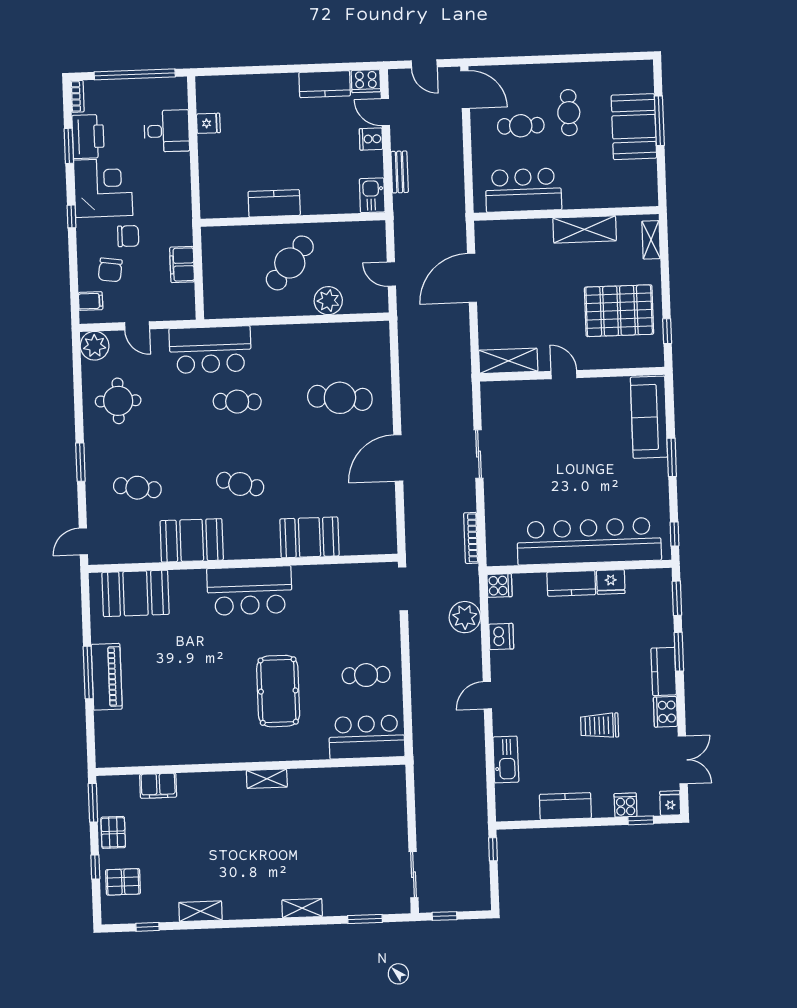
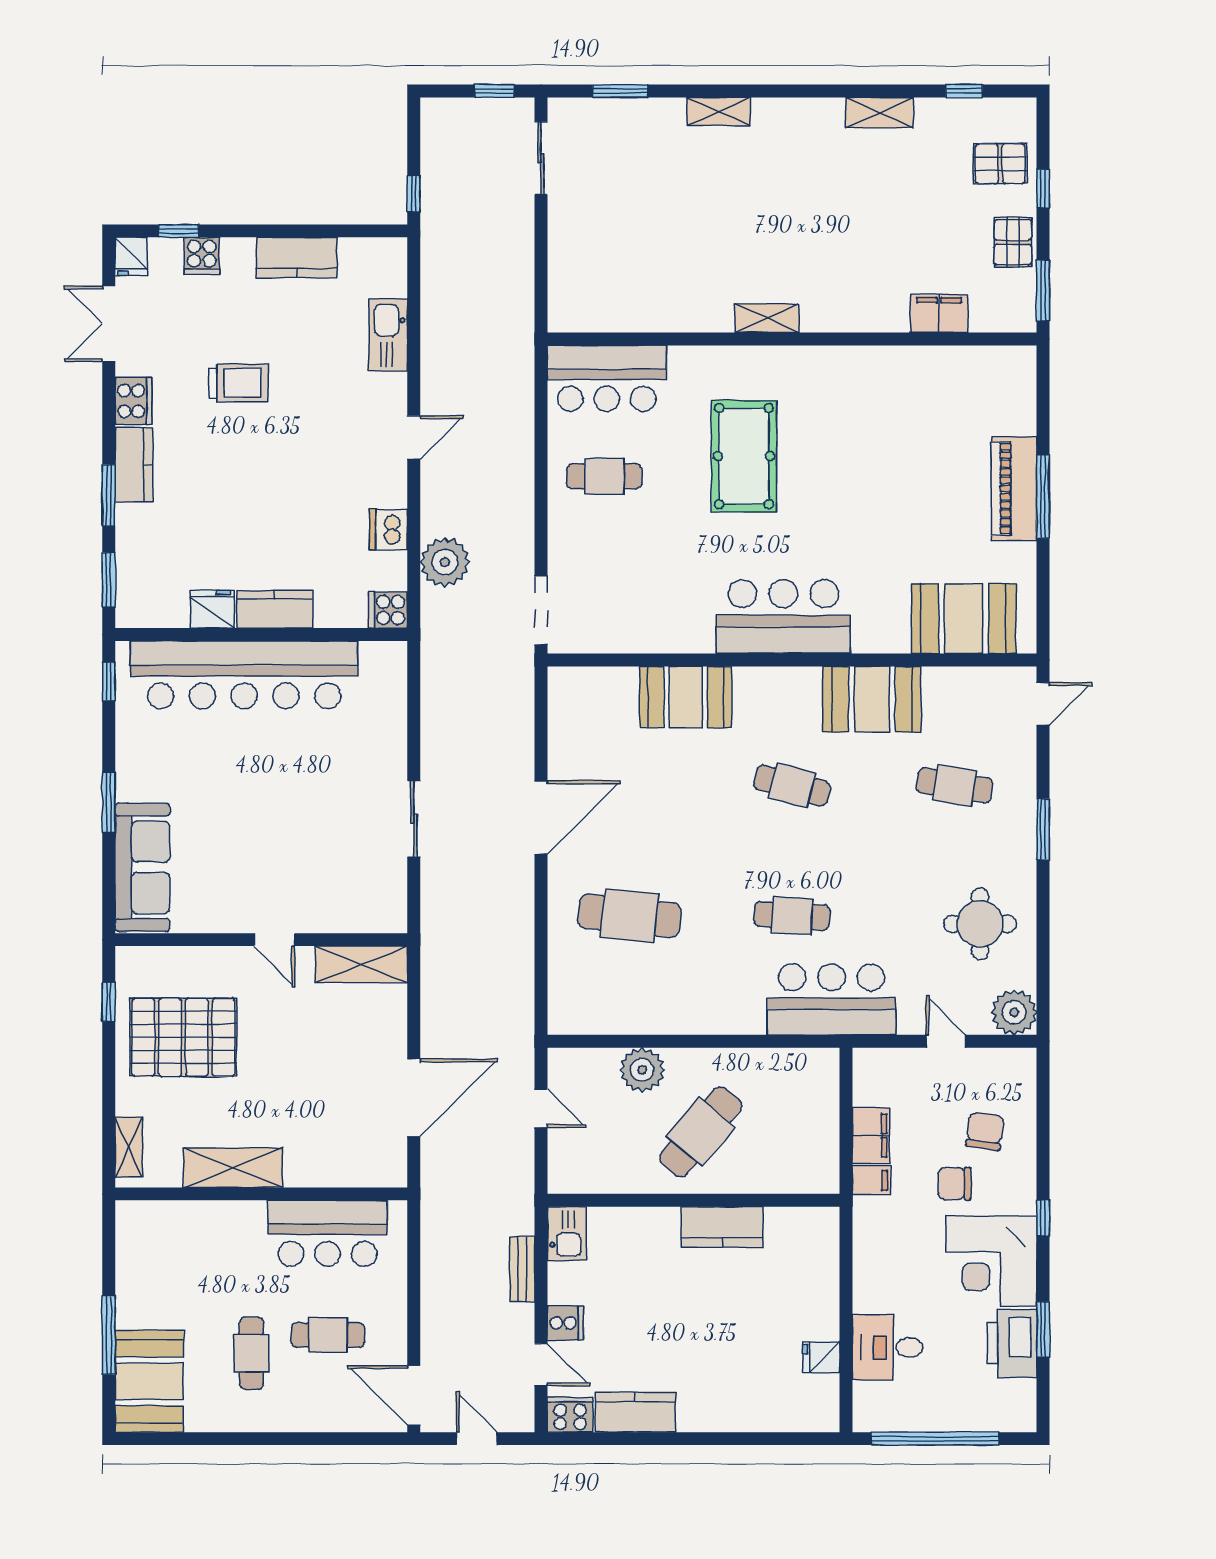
bookcase: (77, 96) -> (1027, 1407), removed
booth: (634, 127) -> (149, 1381), moved
filing cabinet: (91, 301) -> (871, 1180), moved, turned 180
bookcase: (471, 538) -> (430, 687), removed

